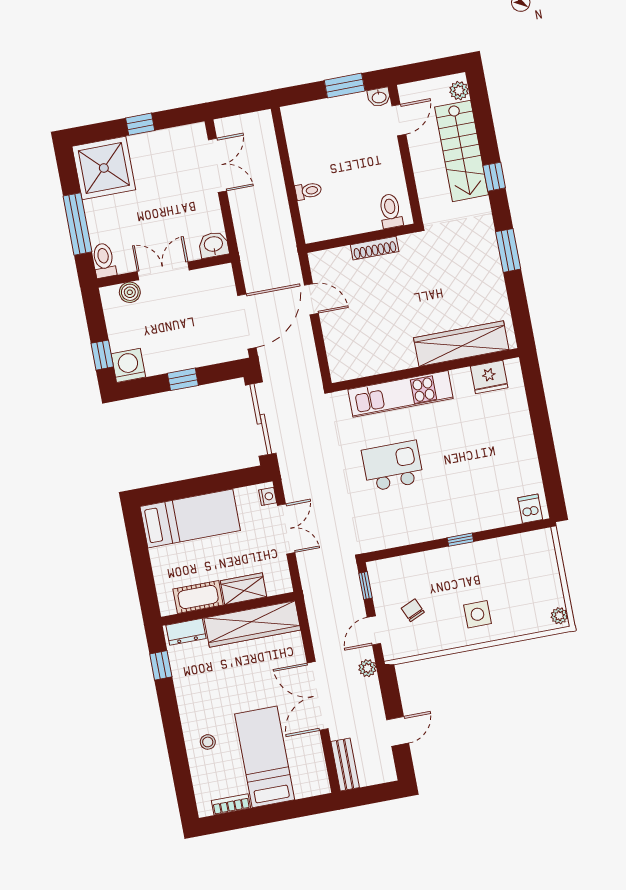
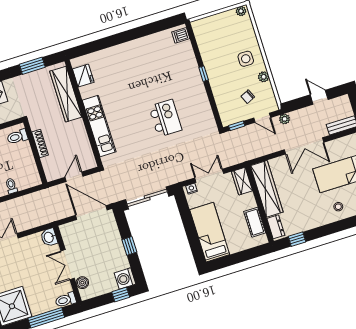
wardrobe: (461, 344) -> (66, 94), moved
wall: (425, 370) -> (84, 113), moved
fridge: (489, 377) -> (83, 76), moved
kitchen unit: (401, 394) -> (99, 126), moved
kitchen island: (393, 466) -> (165, 118), turned 180
wardrobe: (244, 589) -> (242, 181), moved
plant: (443, 641) -> (264, 77), added

